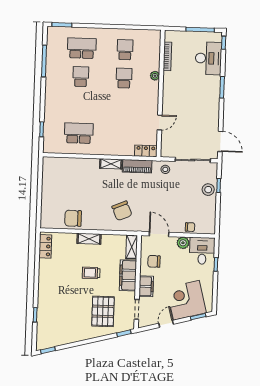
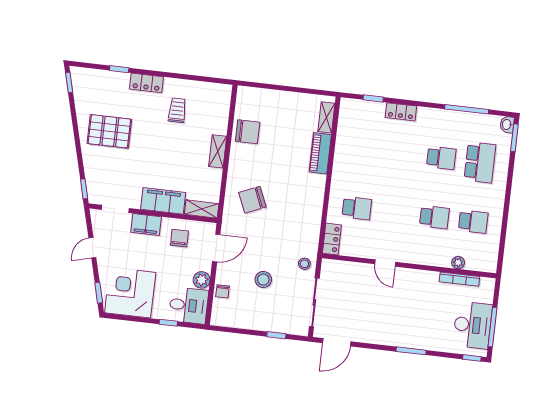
washbasin: (53, 31) -> (507, 125), added
desk: (208, 58) -> (472, 325), moved, turned -90
plant: (155, 76) -> (458, 263), moved
locker: (50, 108) -> (401, 112), added
door: (160, 123) -> (385, 263), moved
school desk: (79, 133) -> (357, 208), moved, width x0.54
shelving: (111, 164) -> (326, 117), moved
piano: (137, 166) -> (320, 153), moved
stool: (208, 190) -> (263, 279), moved
chair: (73, 218) -> (248, 132), turned 90
locker: (45, 246) -> (146, 83), moved
trolley: (91, 273) -> (177, 110), moved
corner desk: (186, 300) -> (130, 293), moved, turned -75
pallet: (103, 311) -> (109, 131), moved
door: (166, 324) -> (92, 248), swing flipped

